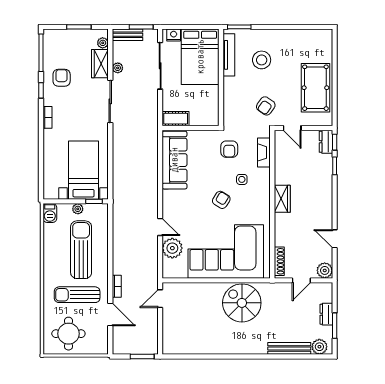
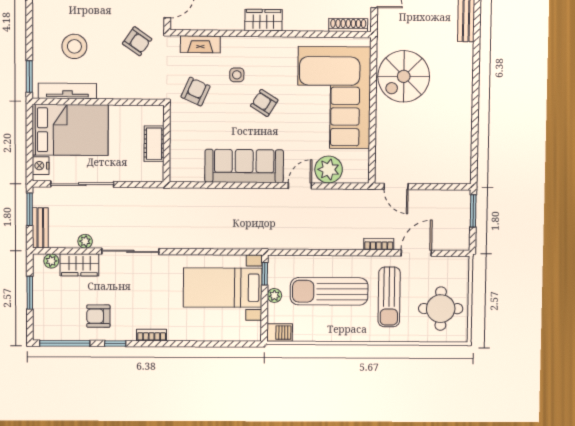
cot: (176, 119) -> (154, 144), moved
armchair: (229, 149) -> (196, 92), turned -66
sofa: (174, 160) -> (244, 166), moved

